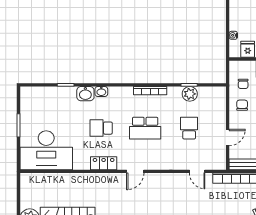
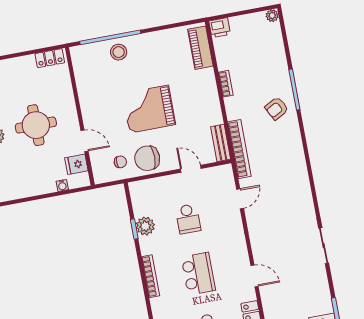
chair: (242, 105) -> (147, 158), width x1.87, depth x1.87
school desk: (189, 128) -> (188, 219), turned -90

